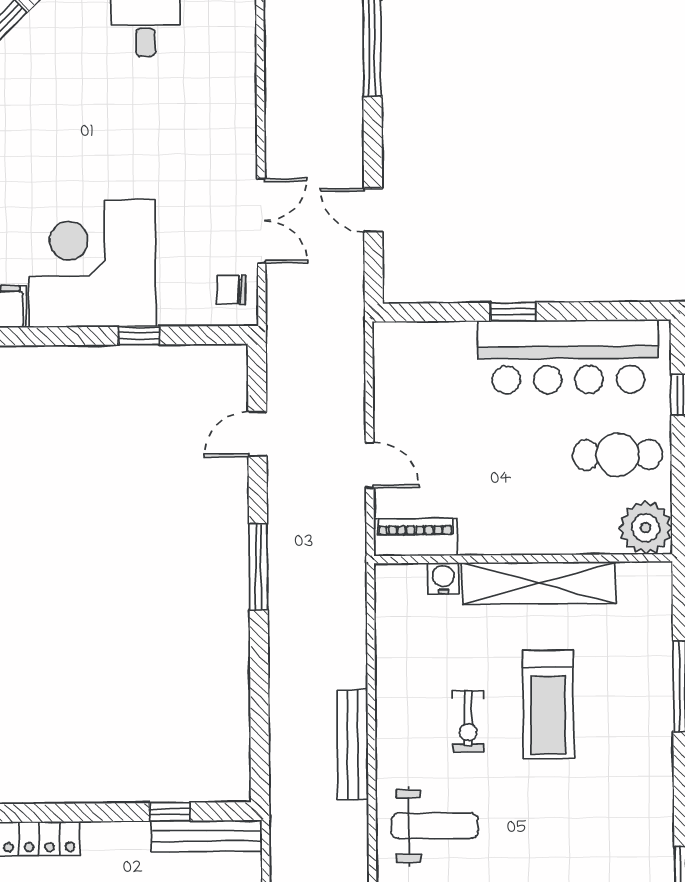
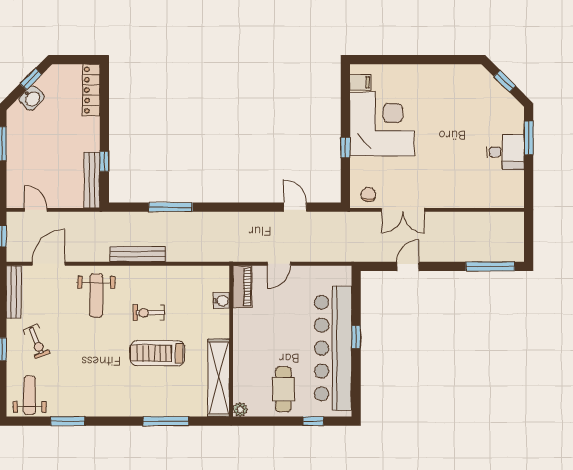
bar counter: (568, 357) -> (333, 348), width x1.36
plant: (646, 528) -> (240, 409), width x0.53, depth x0.53
window: (258, 567) -> (171, 207), moved
shelving: (539, 583) -> (219, 378), moved

